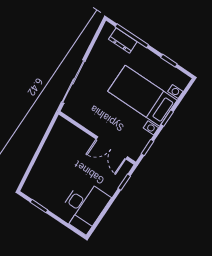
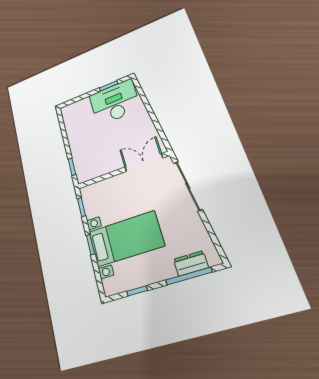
double door: (112, 148) -> (144, 163), moved
desk: (84, 206) -> (115, 102), moved, turned 90

